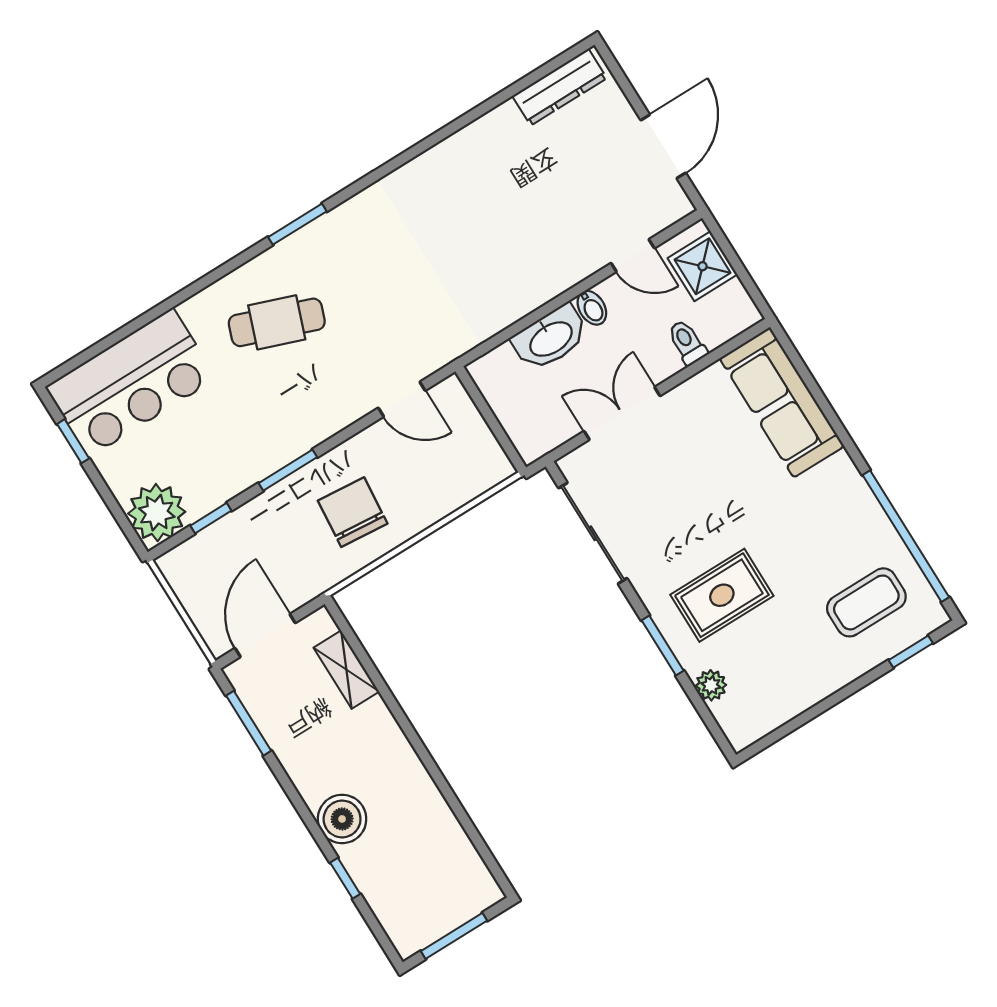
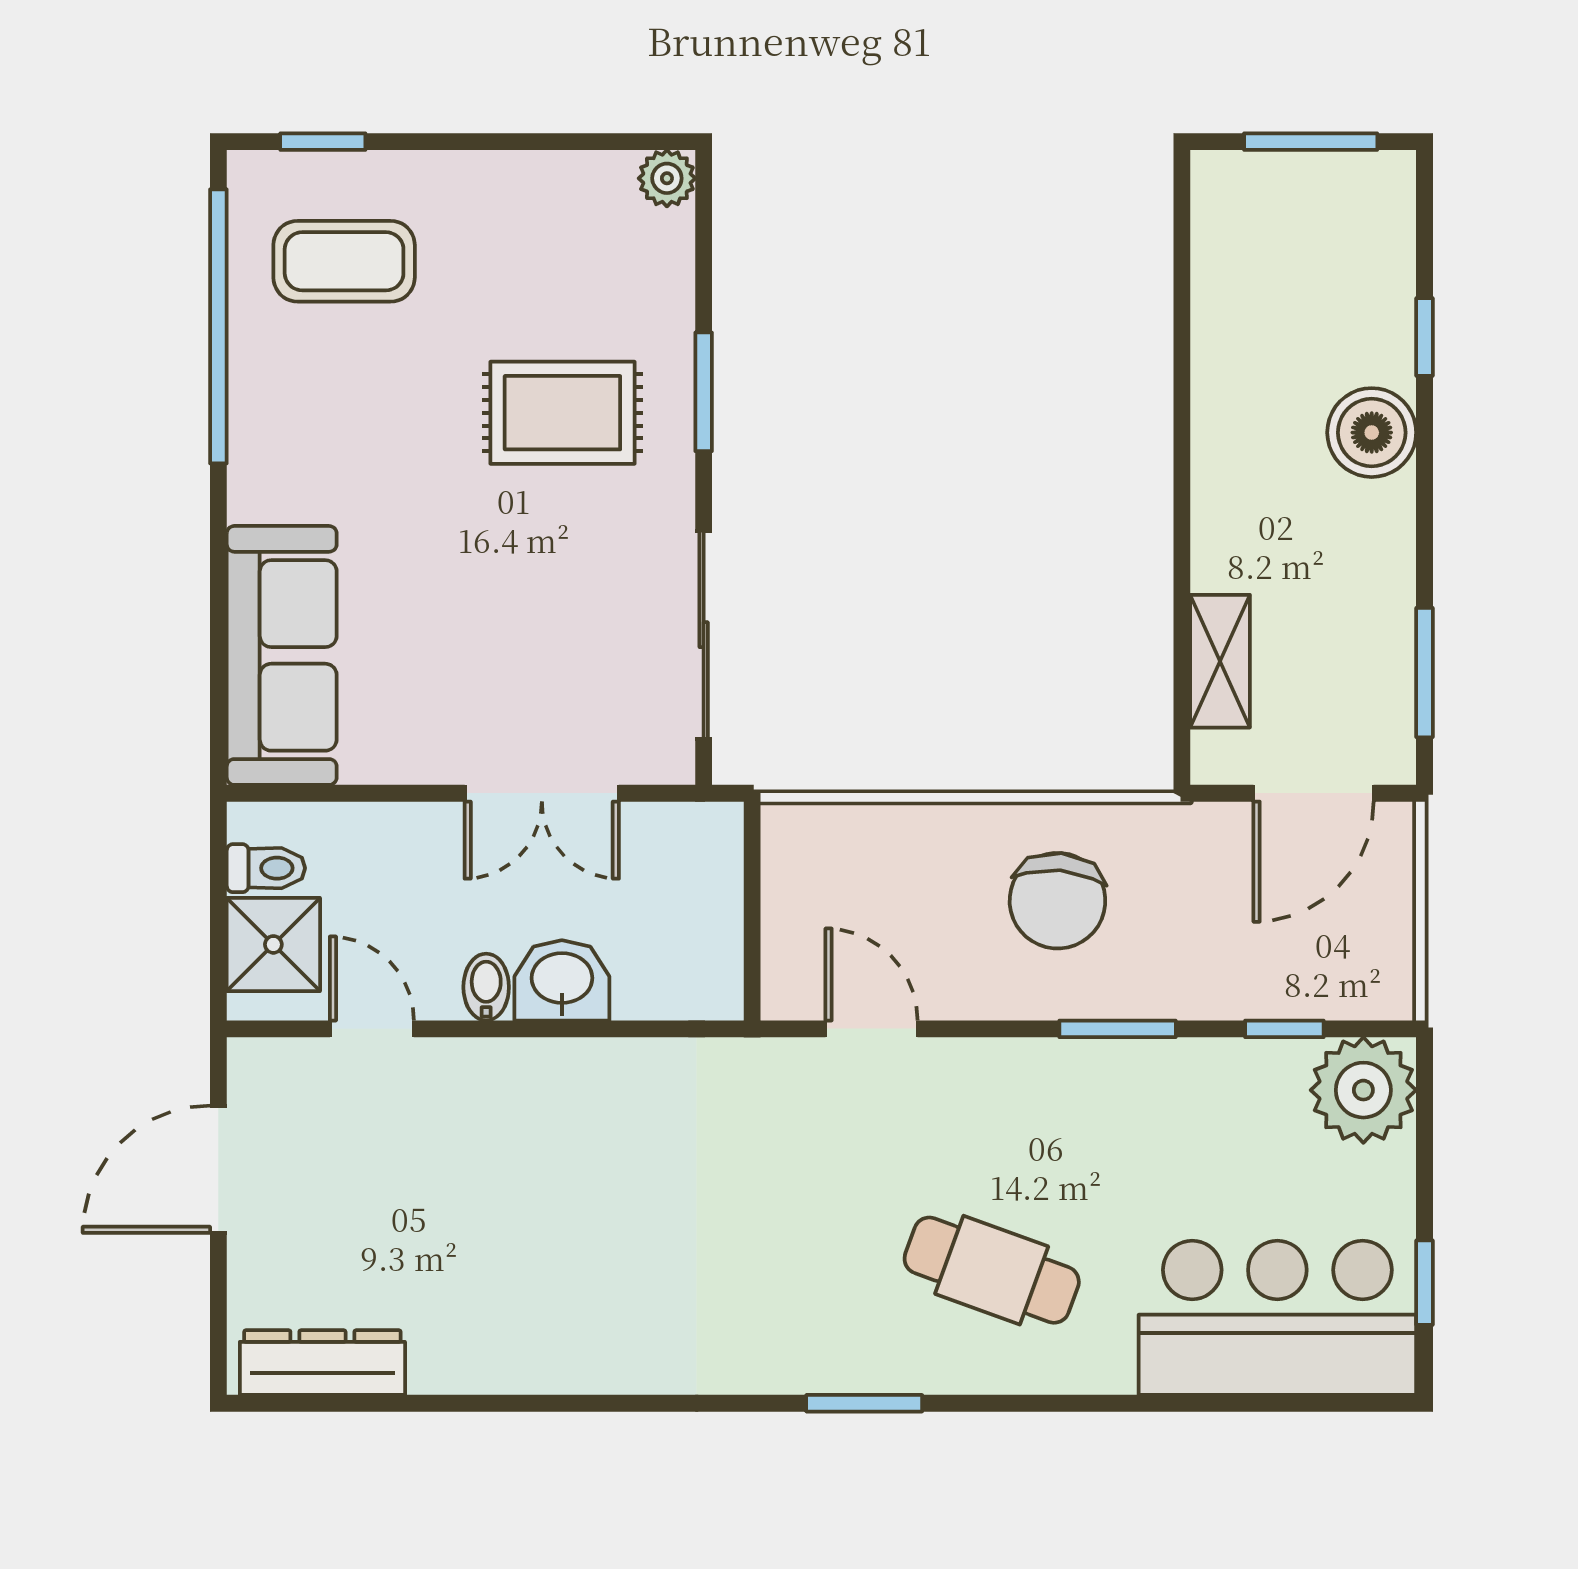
washbasin: (550, 338) -> (562, 980), width x0.72
toilet: (687, 342) -> (266, 868), moved, turned -90
plant: (711, 685) -> (667, 178), moved

